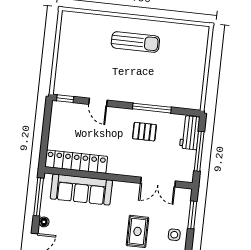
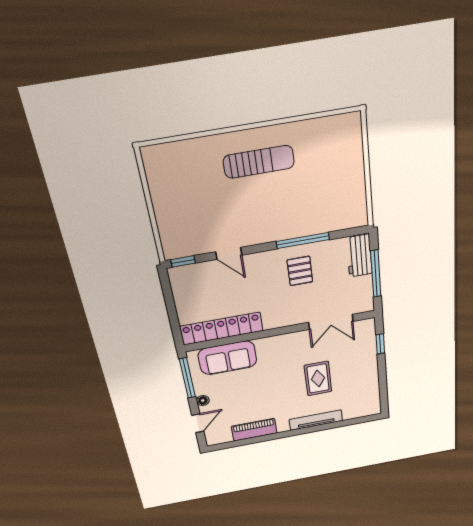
pallet: (144, 132) -> (300, 271), turned 90
sofa: (81, 190) -> (227, 358), width x0.73
window: (192, 215) -> (380, 344), width x0.67
side table: (174, 235) -> (363, 369), removed

